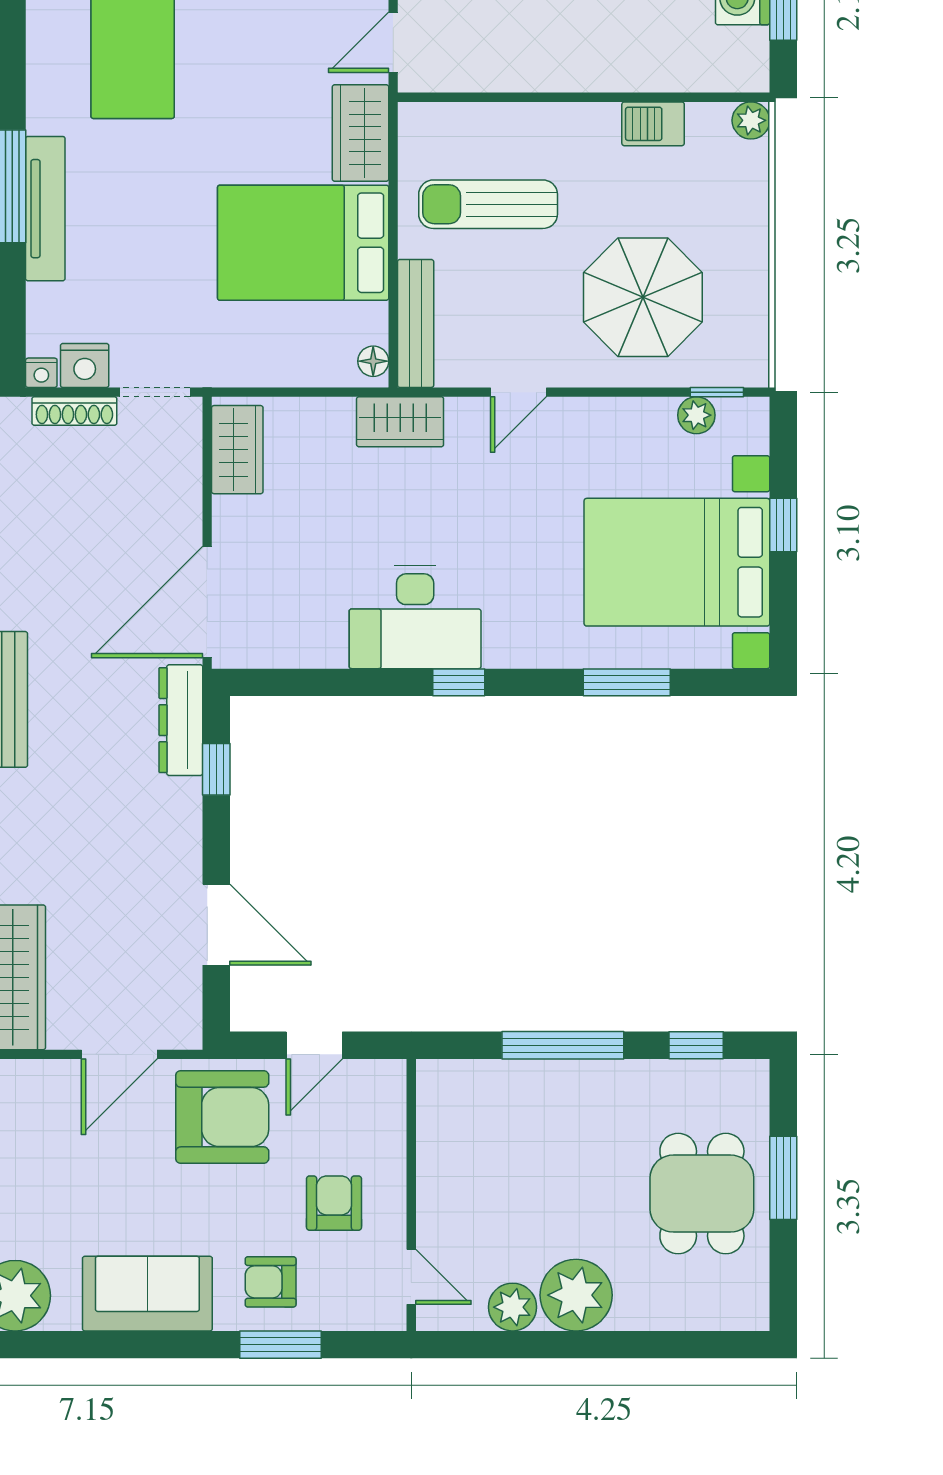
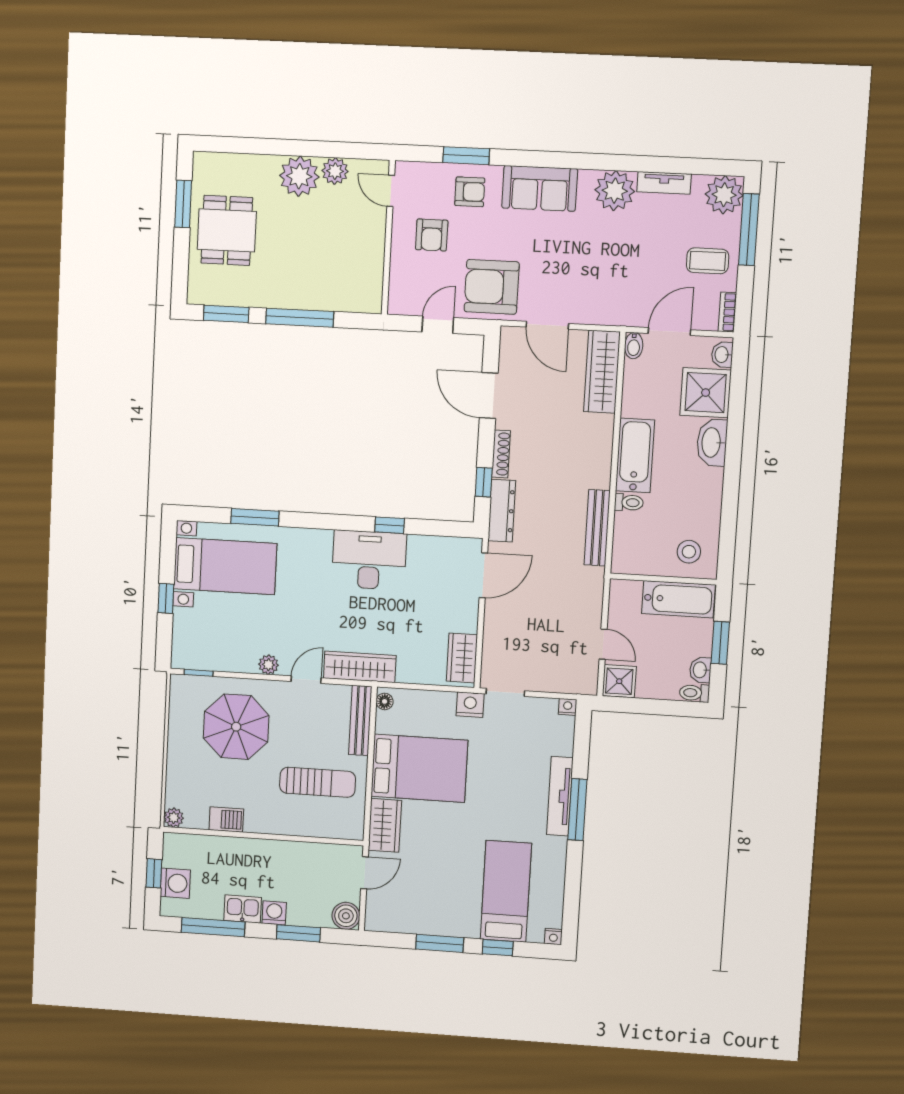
nightstand: (85, 365) -> (470, 705), moved
shoe rack: (74, 411) -> (501, 454), moved, turned 90
plant: (696, 415) -> (268, 665), moved
wardrobe: (400, 422) -> (360, 667), width x1.50
bed with nightstands: (677, 562) -> (225, 566), width x0.73
door: (207, 602) -> (483, 575), width x0.73
window: (459, 682) -> (390, 525), moved
window: (696, 1045) -> (226, 314), width x1.50
door: (119, 1054) -> (547, 325), swing flipped
window: (783, 1178) -> (183, 204), moved

